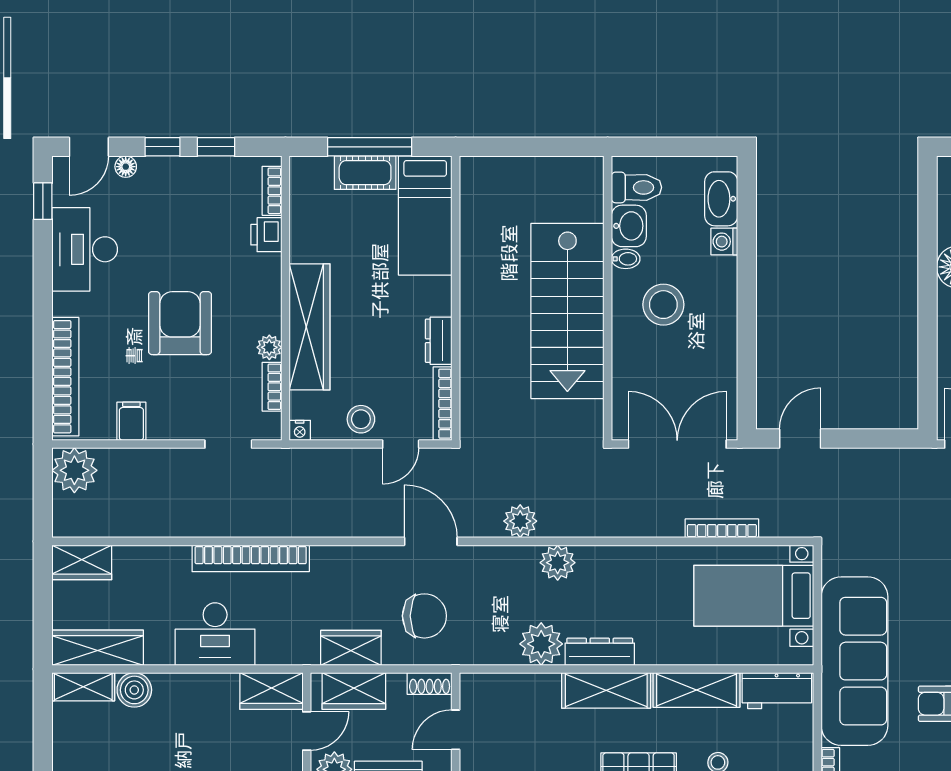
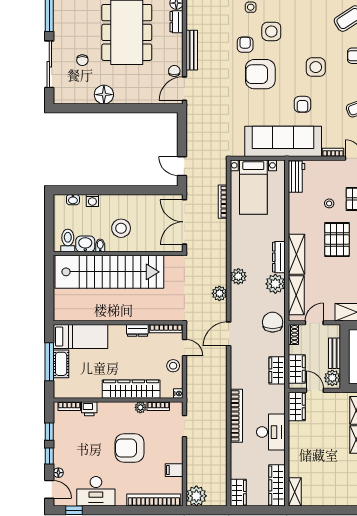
washbasin: (721, 199) -> (73, 200), width x0.52, depth x0.69
stairs: (567, 311) -> (109, 272), width x1.36
chair: (424, 616) -> (273, 322), moved
boiler: (134, 690) -> (296, 469), removed
shelving: (696, 690) -> (296, 295), moved
door: (456, 730) -> (314, 323), swing flipped

